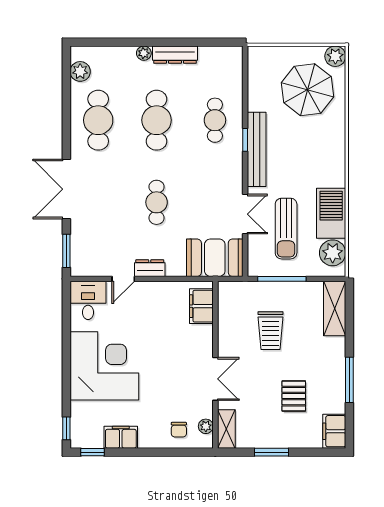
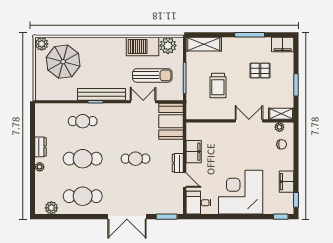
dresser: (175, 55) -> (41, 147), width x0.70
filing cabinet: (201, 306) -> (194, 152), moved, turned -90
trolley: (270, 331) -> (218, 85), turned 90

